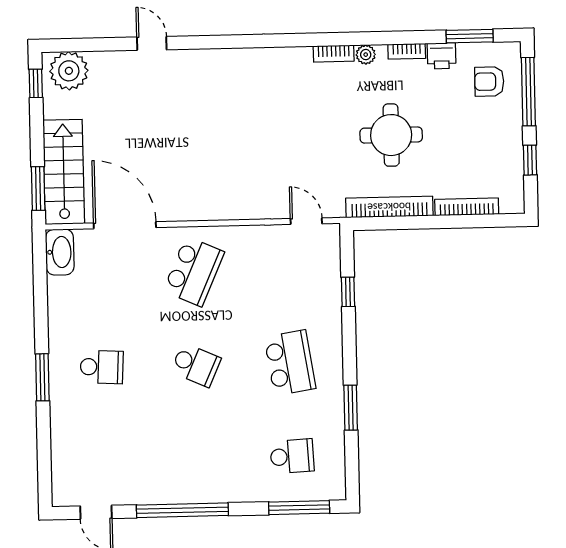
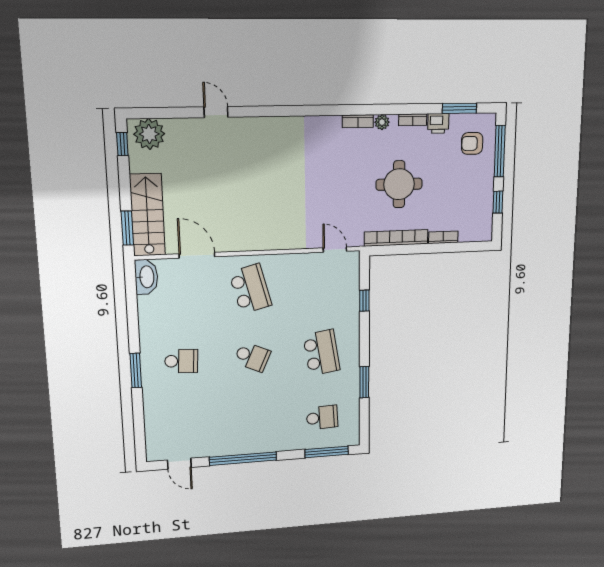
bookcase: (467, 207) -> (443, 237), width x0.64
door: (125, 225) -> (197, 255), width x0.73
school desk: (194, 271) -> (250, 289), turned -39

